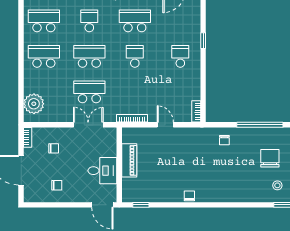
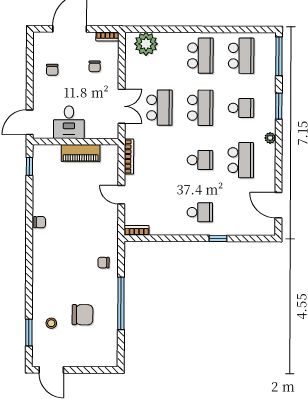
door: (165, 125) -> (121, 195), swing flipped

